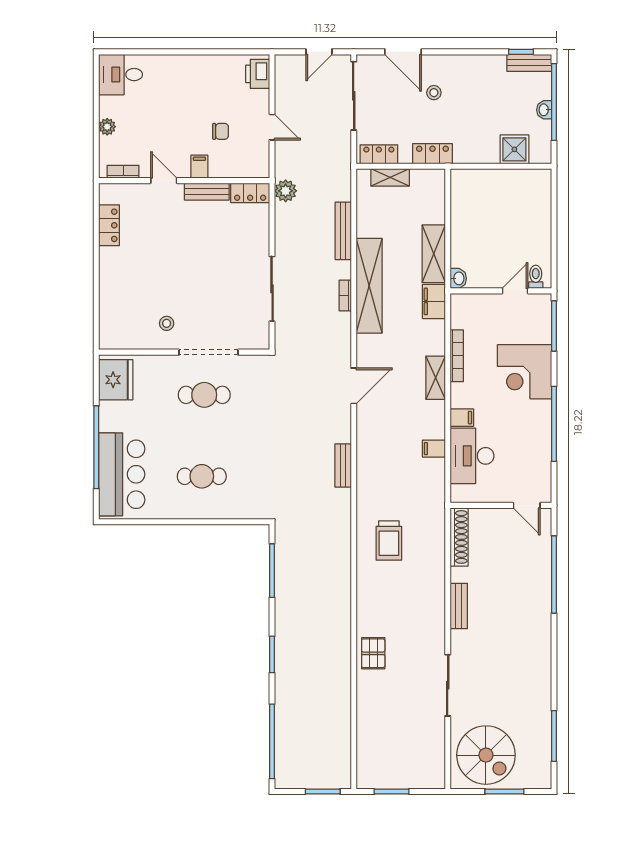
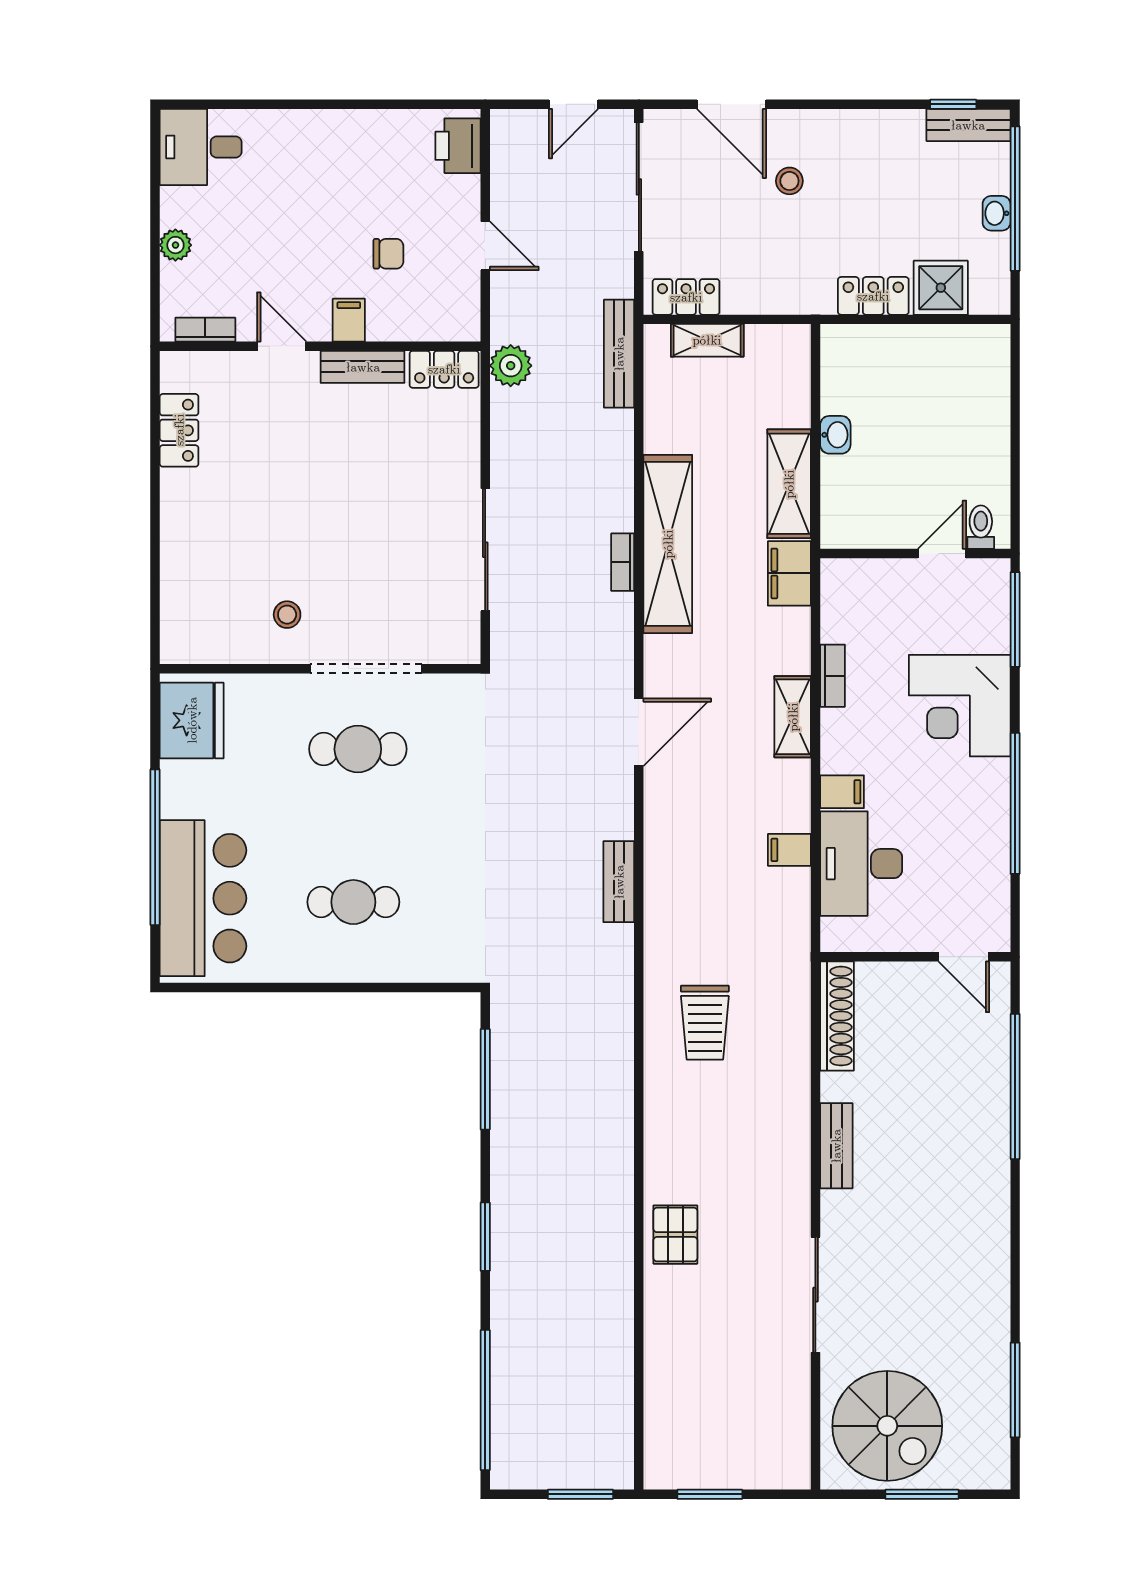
locker: (432, 154) -> (873, 296), moved
bench: (343, 231) -> (619, 354), moved
washbasin: (458, 278) -> (835, 435), moved
bookcase: (457, 356) -> (833, 676), width x0.64

